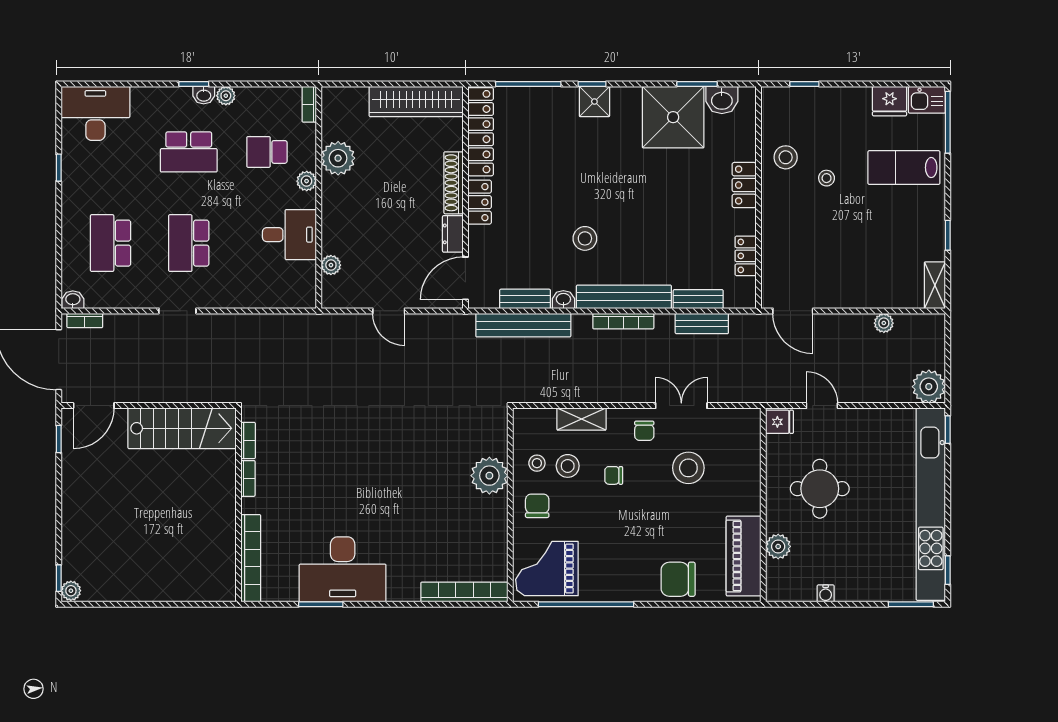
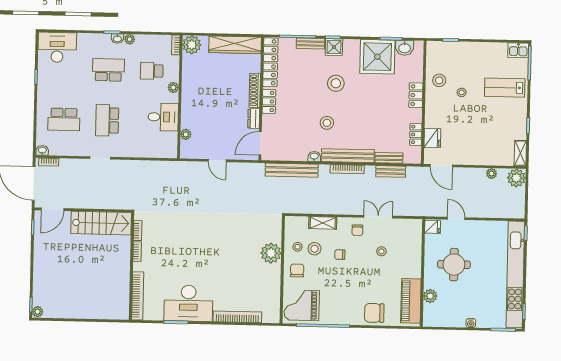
fridge: (890, 101) -> (432, 138), moved, turned -90
school desk: (189, 152) -> (108, 70), turned 180
plant: (338, 158) -> (192, 45), moved
stool: (599, 167) -> (336, 83), added
school desk: (111, 243) -> (64, 119), turned -90
bench: (525, 299) -> (310, 43), moved
plant: (929, 387) -> (516, 178), moved
stool: (688, 468) -> (381, 251), width x0.53, depth x0.53
bookcase: (464, 592) -> (237, 317), moved
water cooler: (826, 593) -> (471, 323), moved

